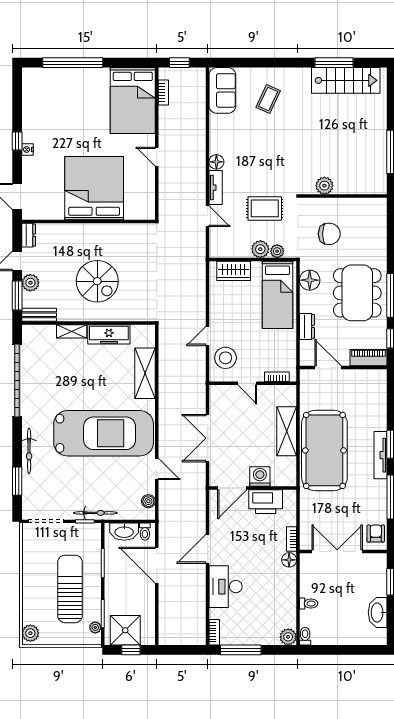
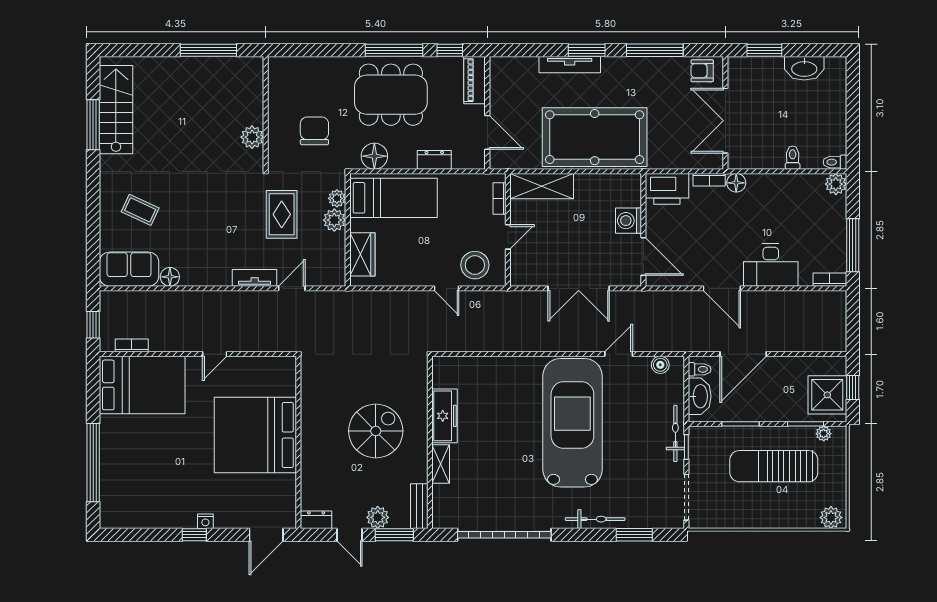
floor lamp: (216, 162) -> (170, 277), moved
door: (328, 367) -> (487, 132), swing flipped
shelving: (145, 373) -> (495, 369), removed
shelving: (287, 431) -> (542, 186), moved
tv unit: (380, 455) -> (570, 65), moved
printer: (266, 502) -> (667, 189), moved, turned 90

